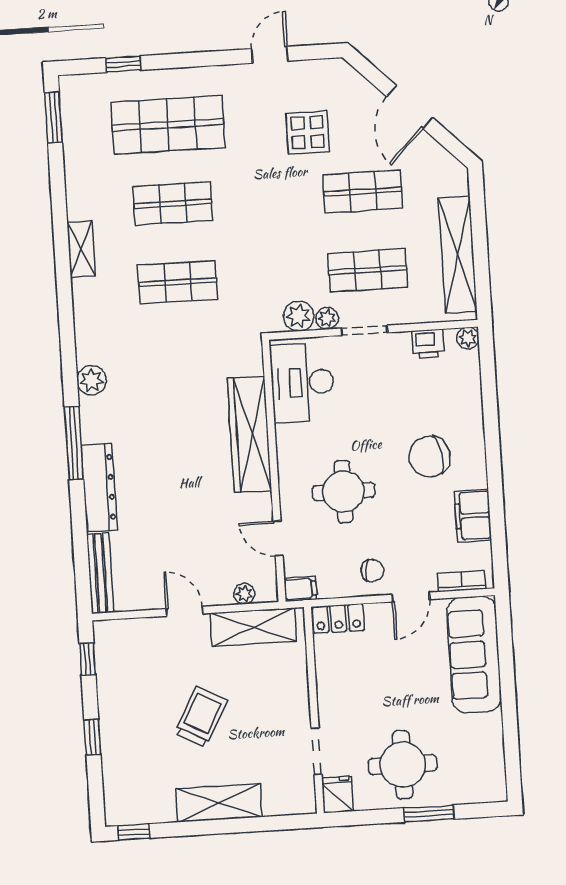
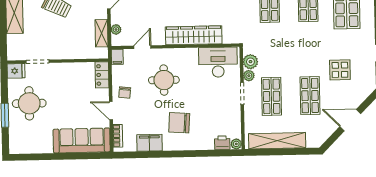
printer: (428, 344) -> (222, 143), moved, turned 90
chair: (429, 457) -> (179, 123), turned -75
shelving: (253, 627) -> (102, 33), width x0.67, depth x0.75

